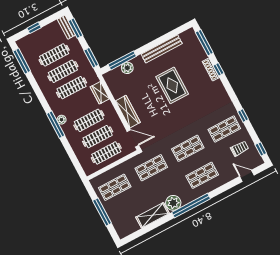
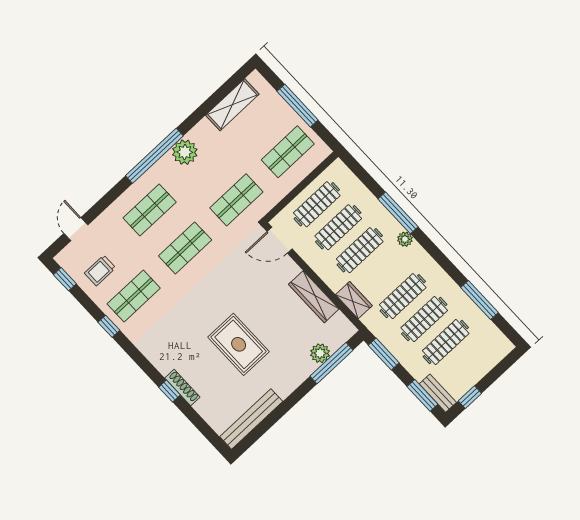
window: (34, 28) -> (470, 397), moved
window: (204, 43) -> (205, 429), removed
bench: (162, 49) -> (251, 419), moved
window: (22, 61) -> (480, 300), moved
wardrobe: (128, 112) -> (314, 297), moved
window: (56, 125) -> (398, 213), moved
door: (247, 176) -> (76, 229), swing flipped
shelving: (153, 215) -> (232, 105), moved

